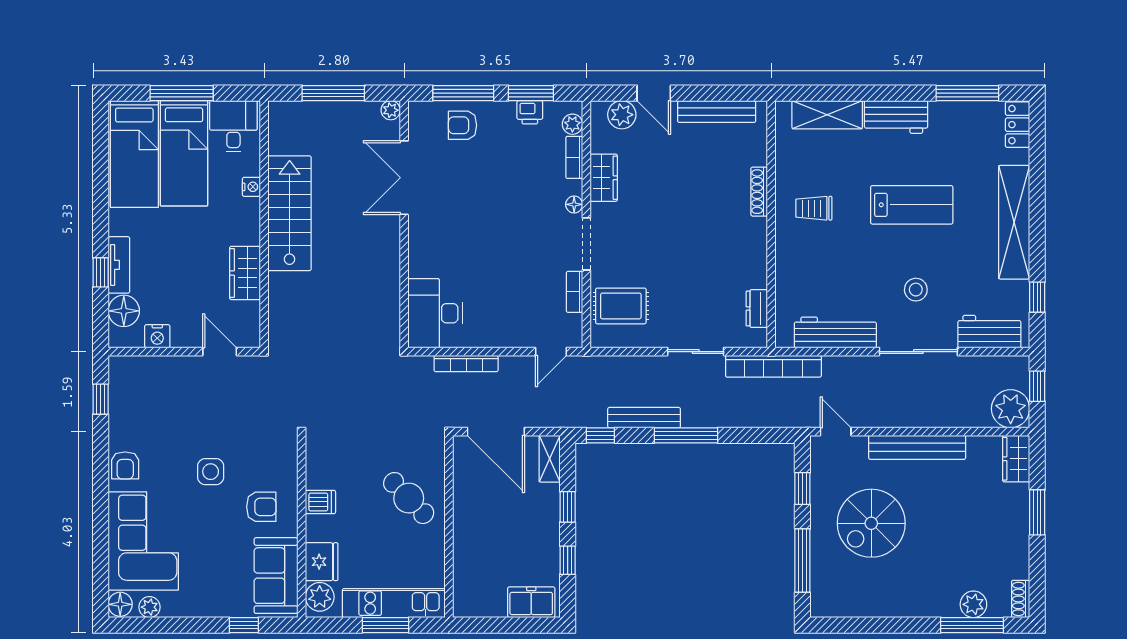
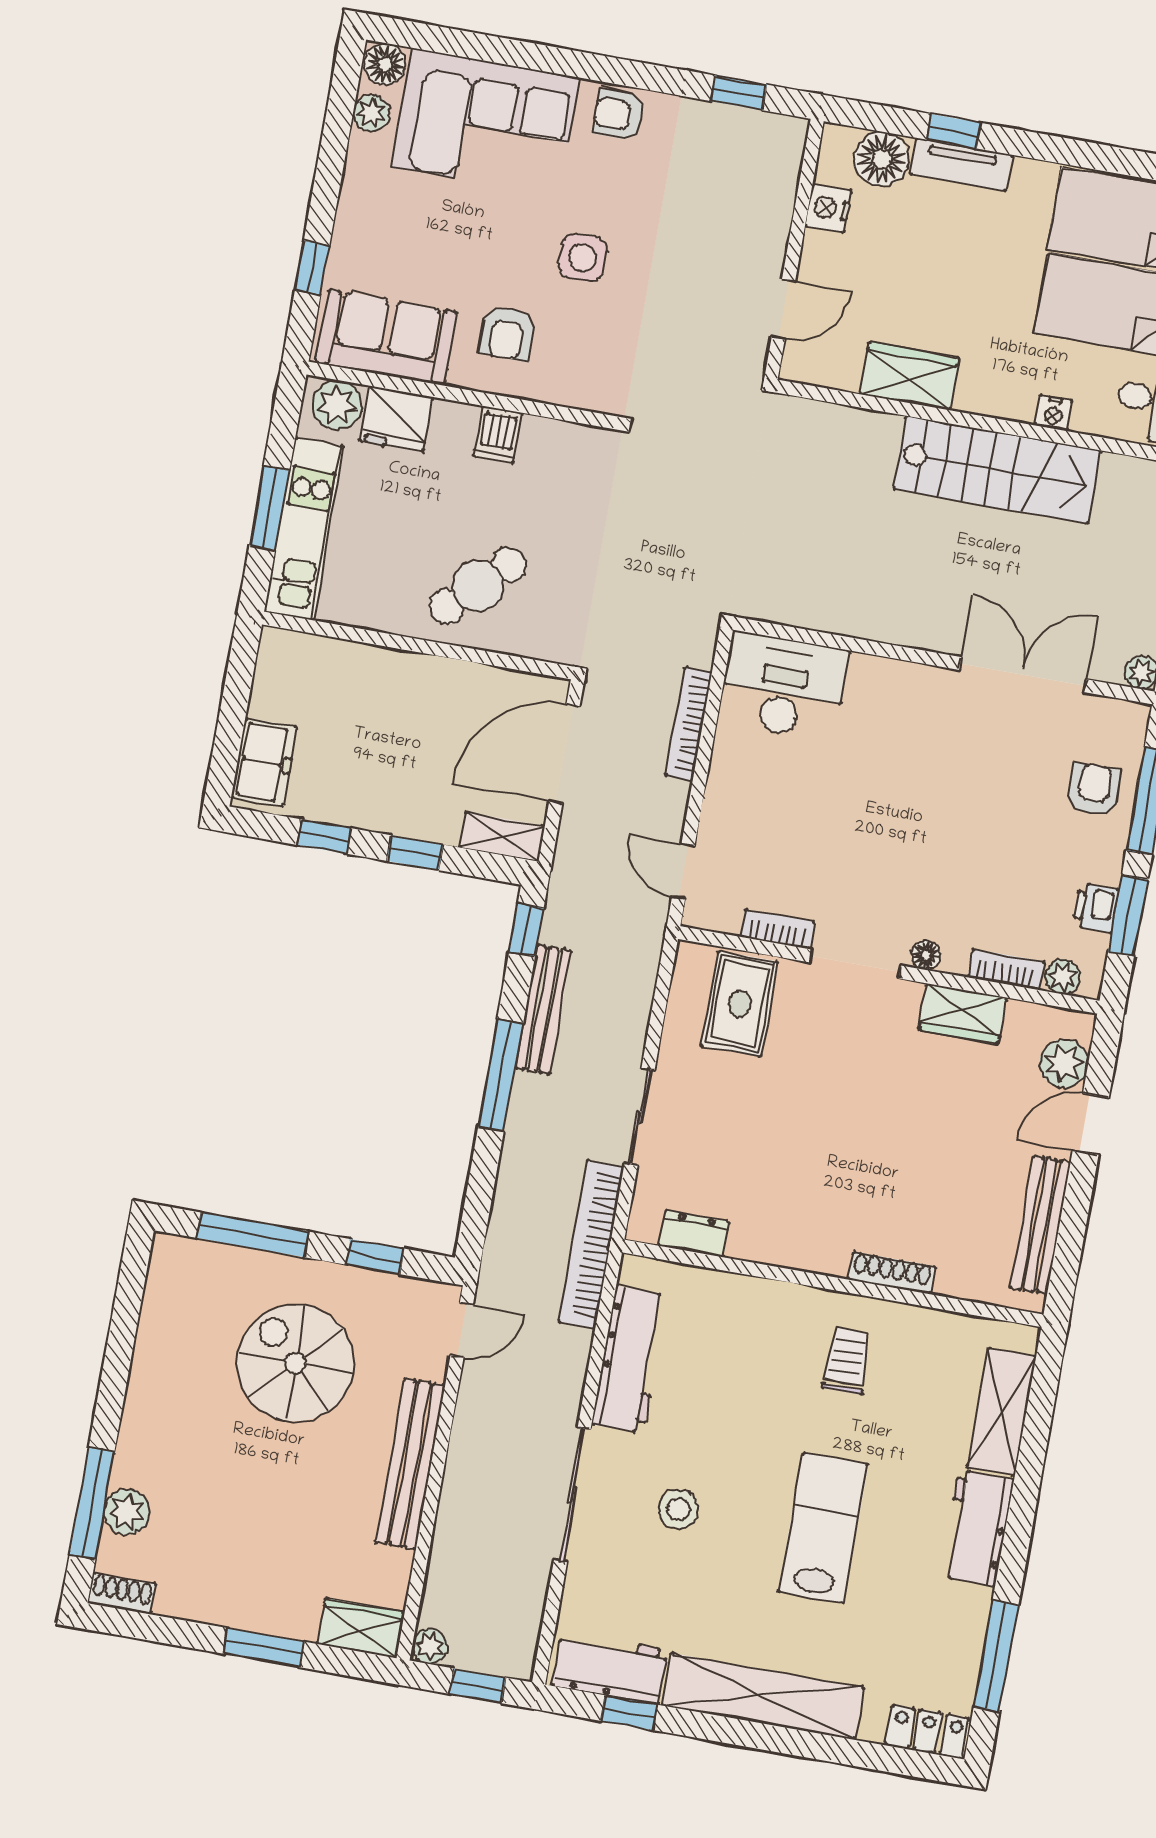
lab bench: (912, 205) -> (823, 1528), turned 180
workbench: (989, 332) -> (610, 1668), moved, turned -90
plant: (1011, 409) -> (430, 1646), width x0.53, depth x0.53

